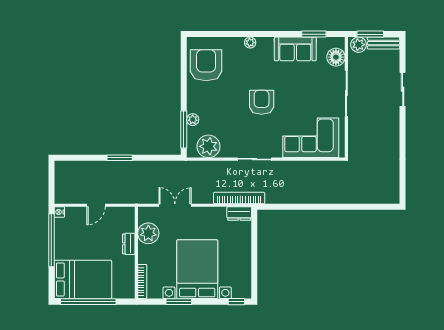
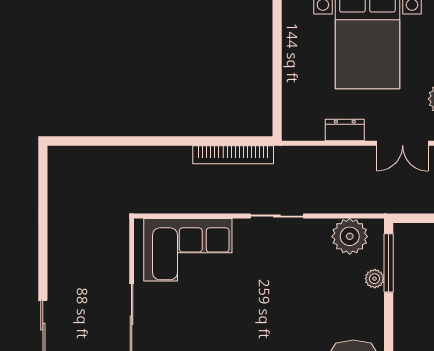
armchair: (262, 102) -> (266, 306), removed
bookcase: (239, 198) -> (233, 155), moved
dresser: (239, 214) -> (345, 130), moved

